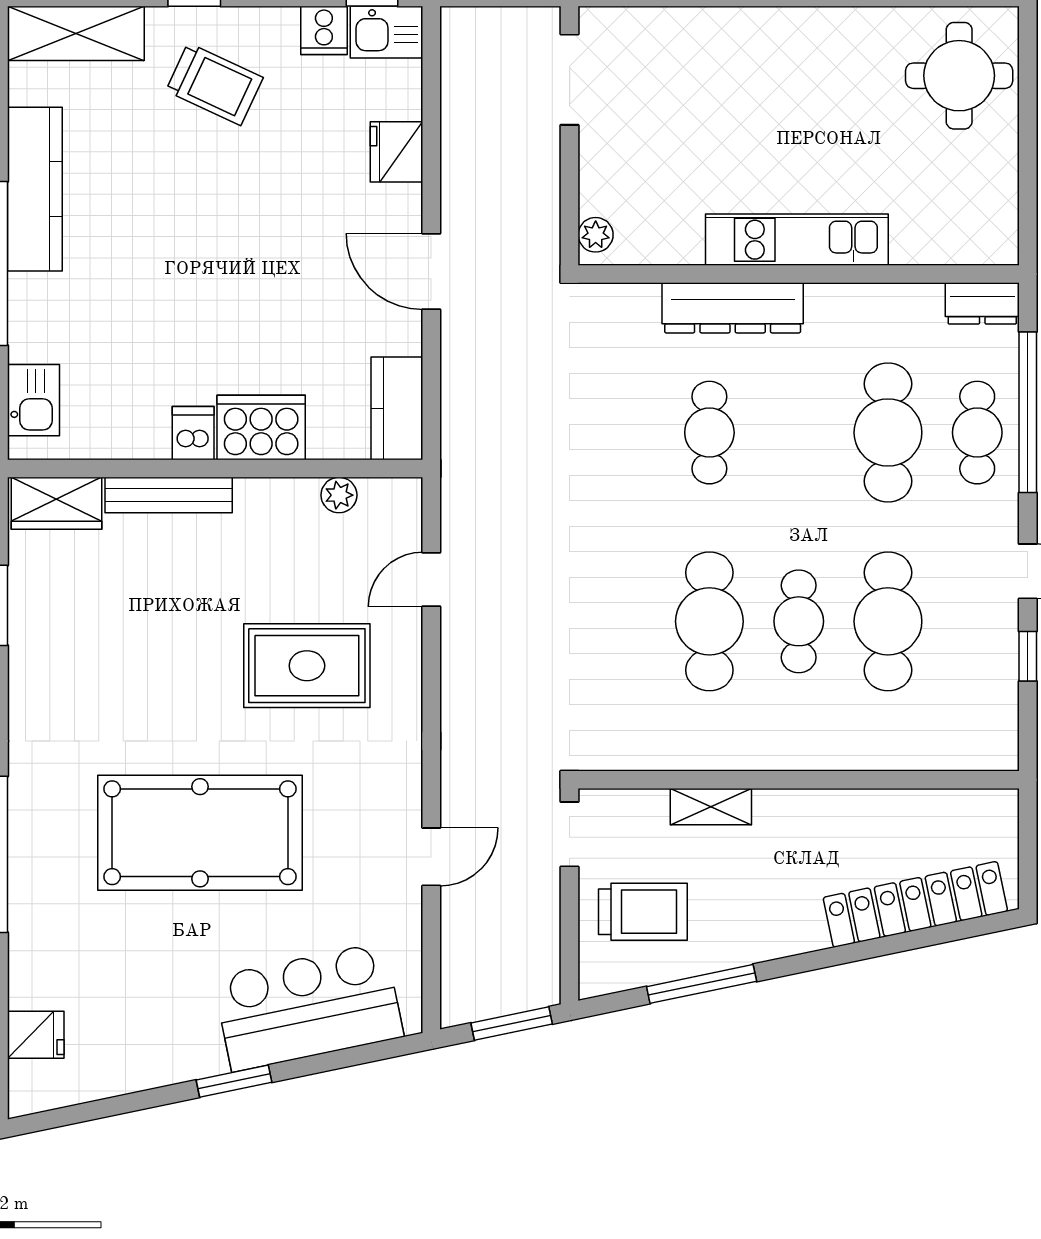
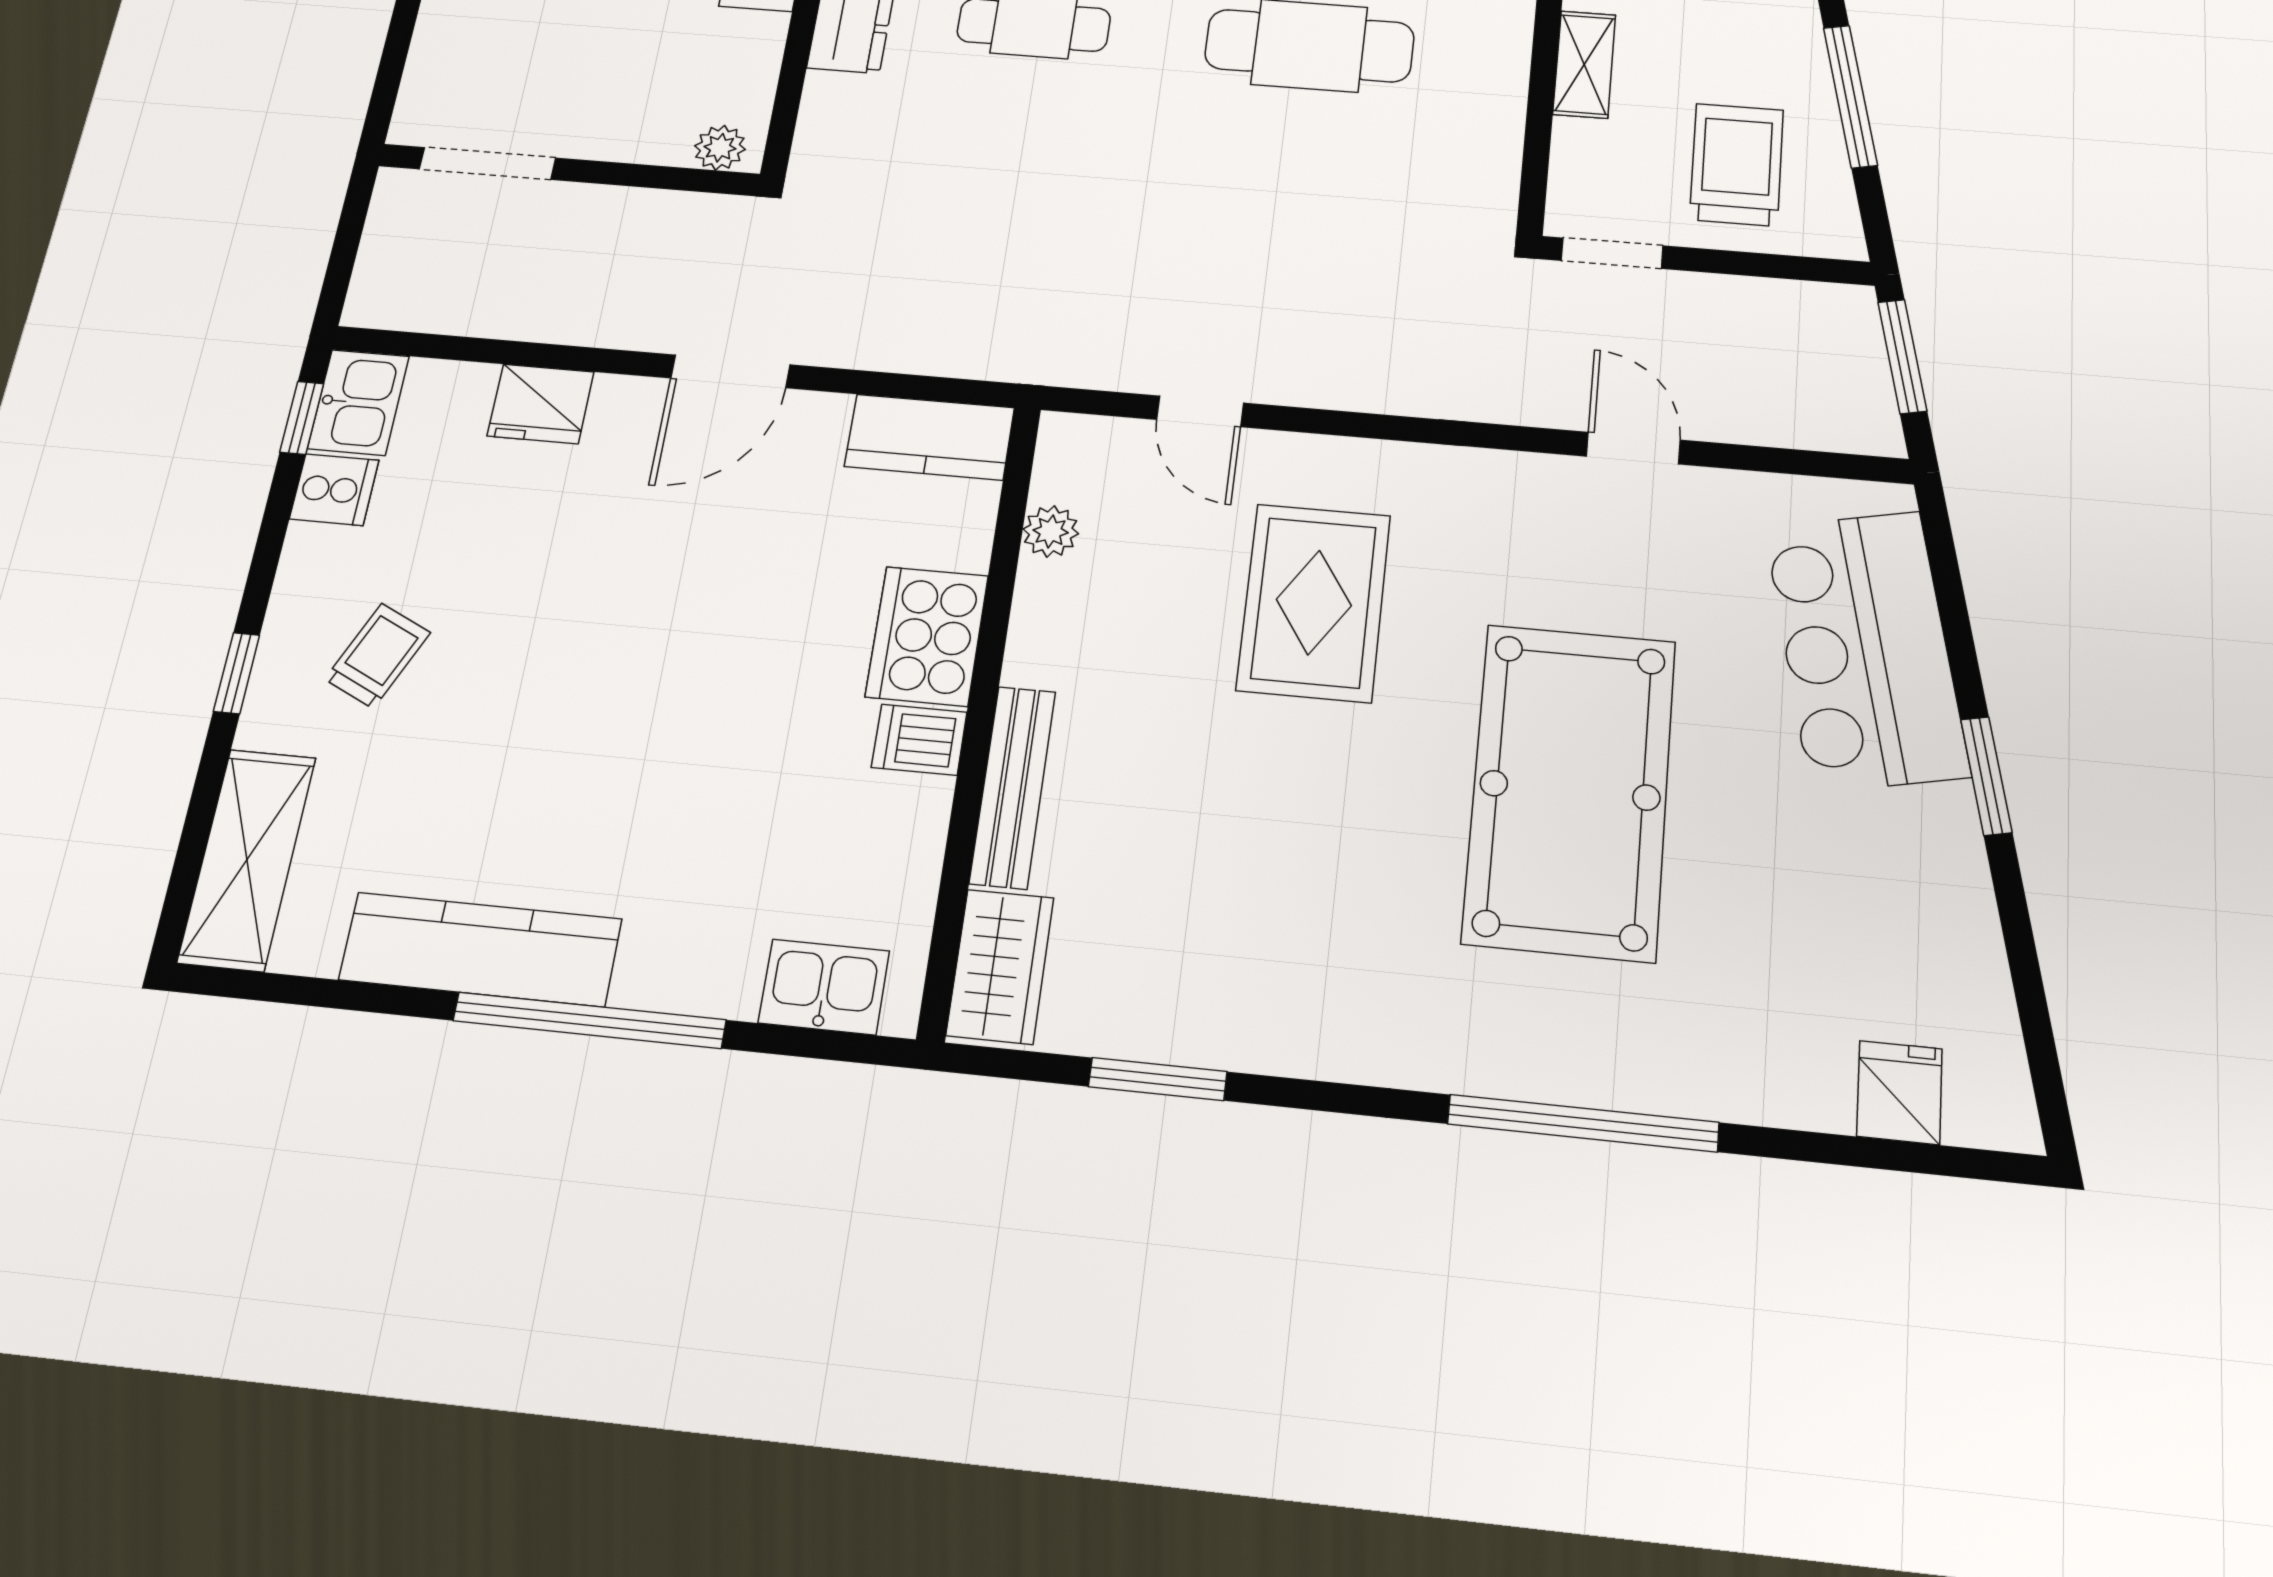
trolley: (214, 84) -> (378, 656), width x0.73, depth x0.72

